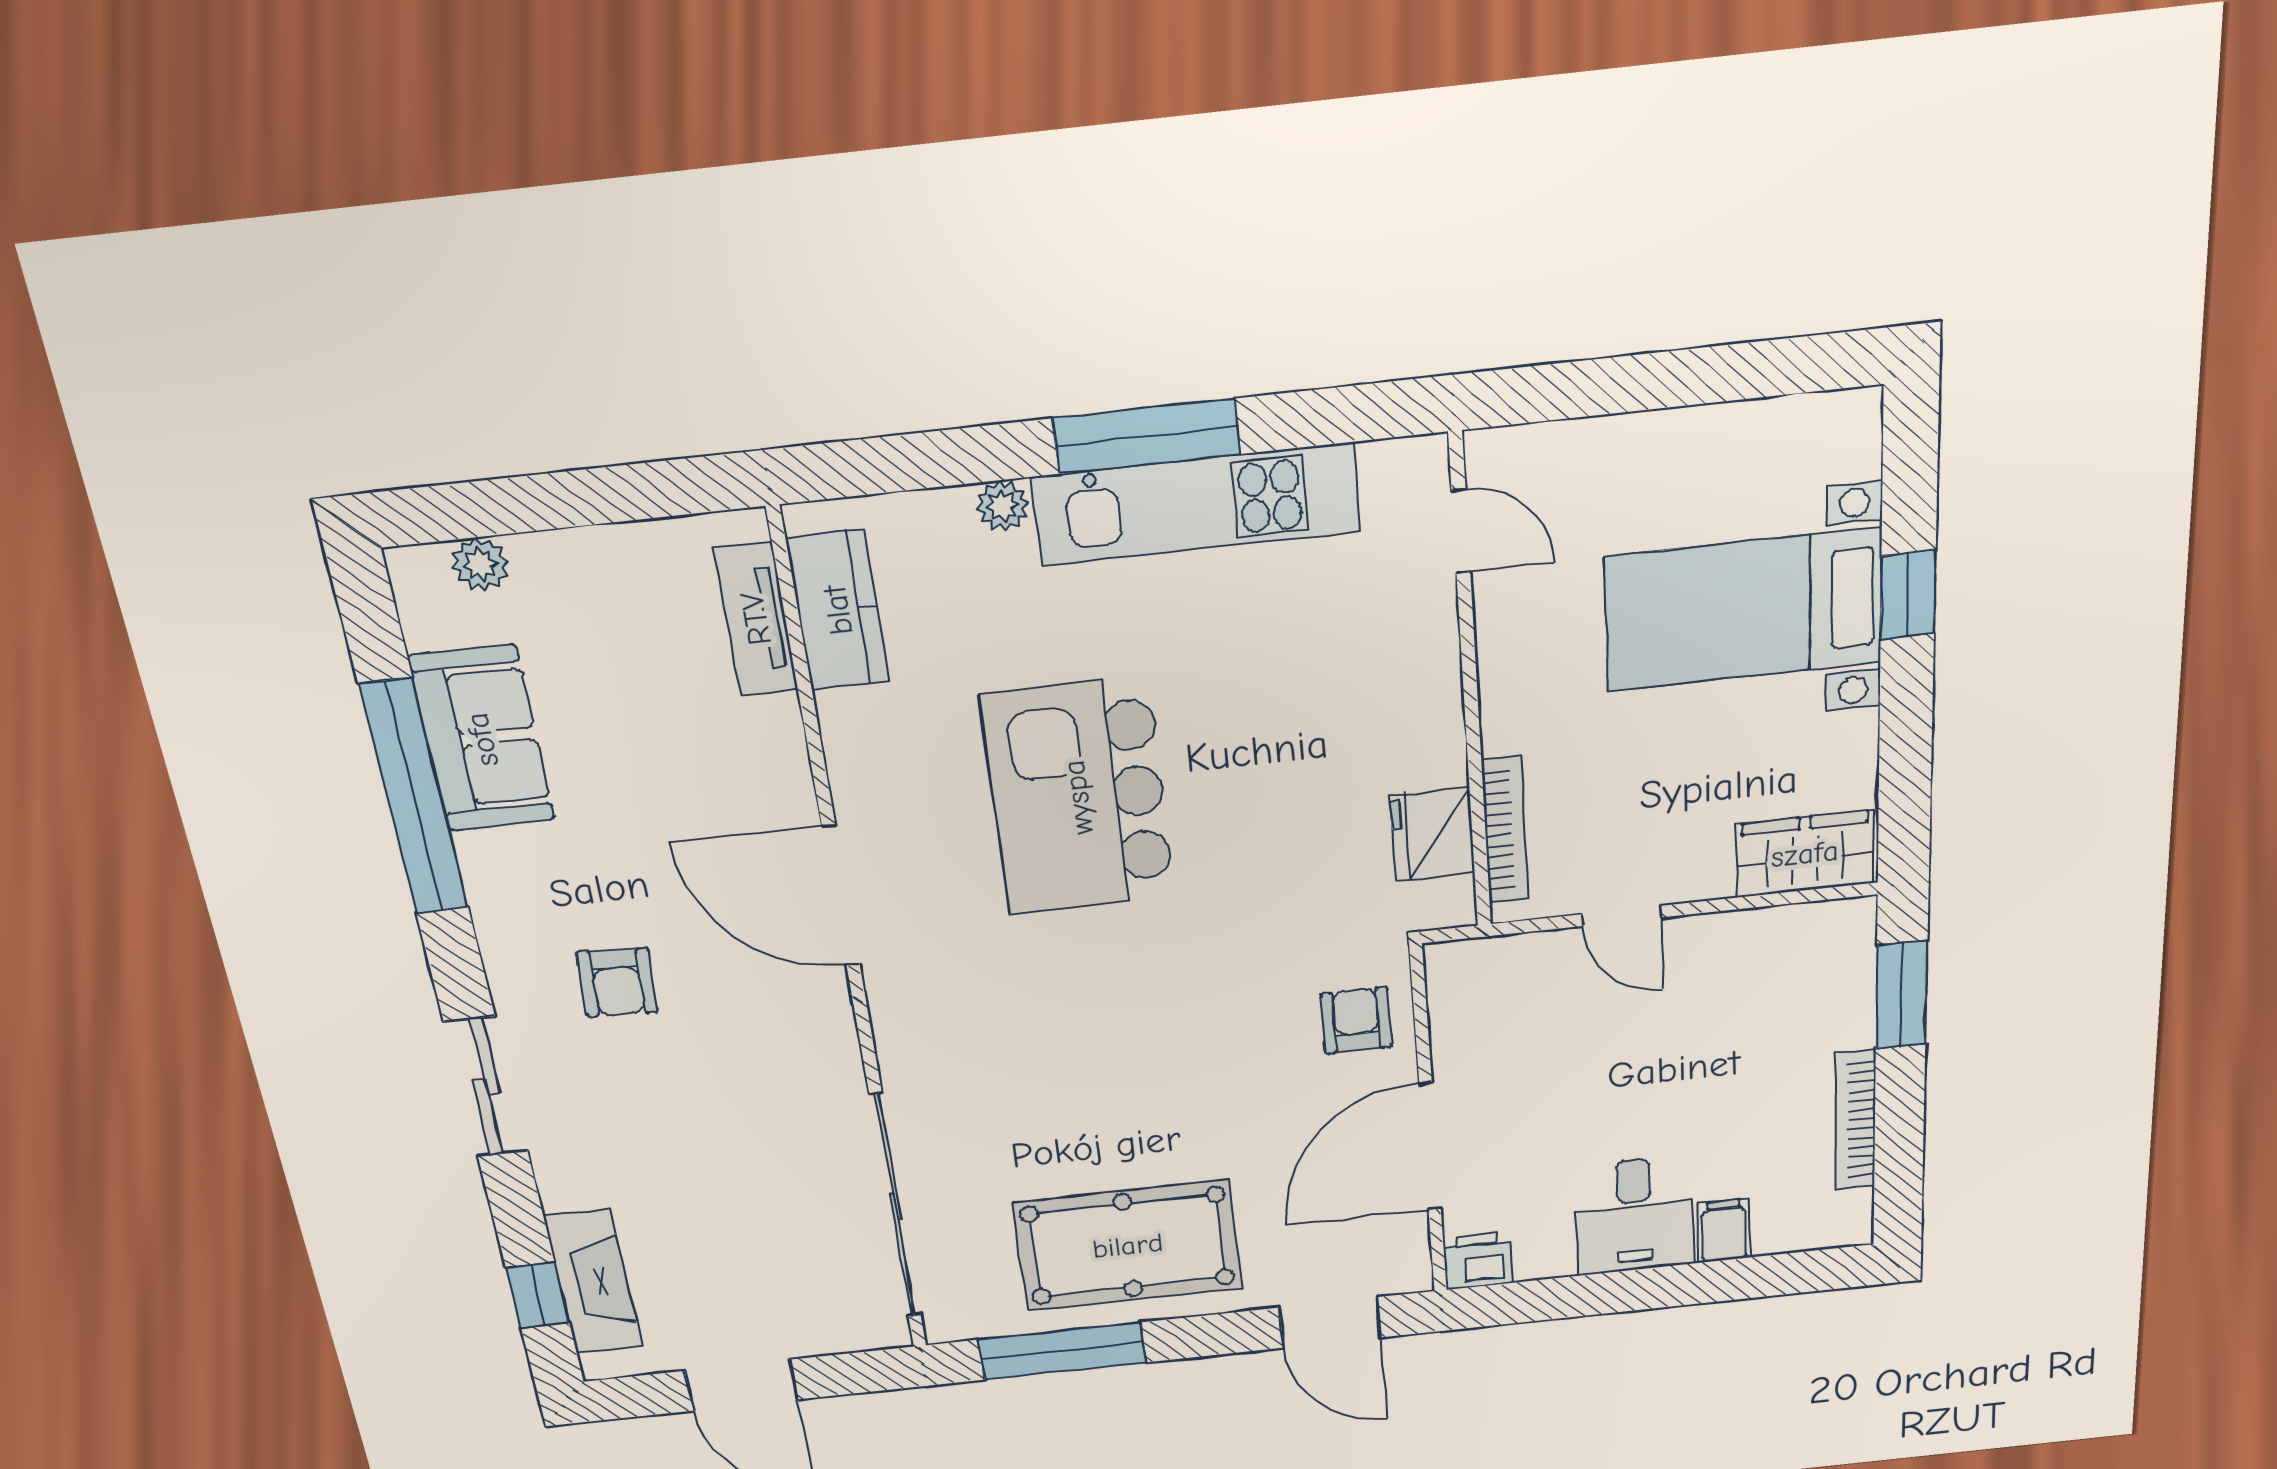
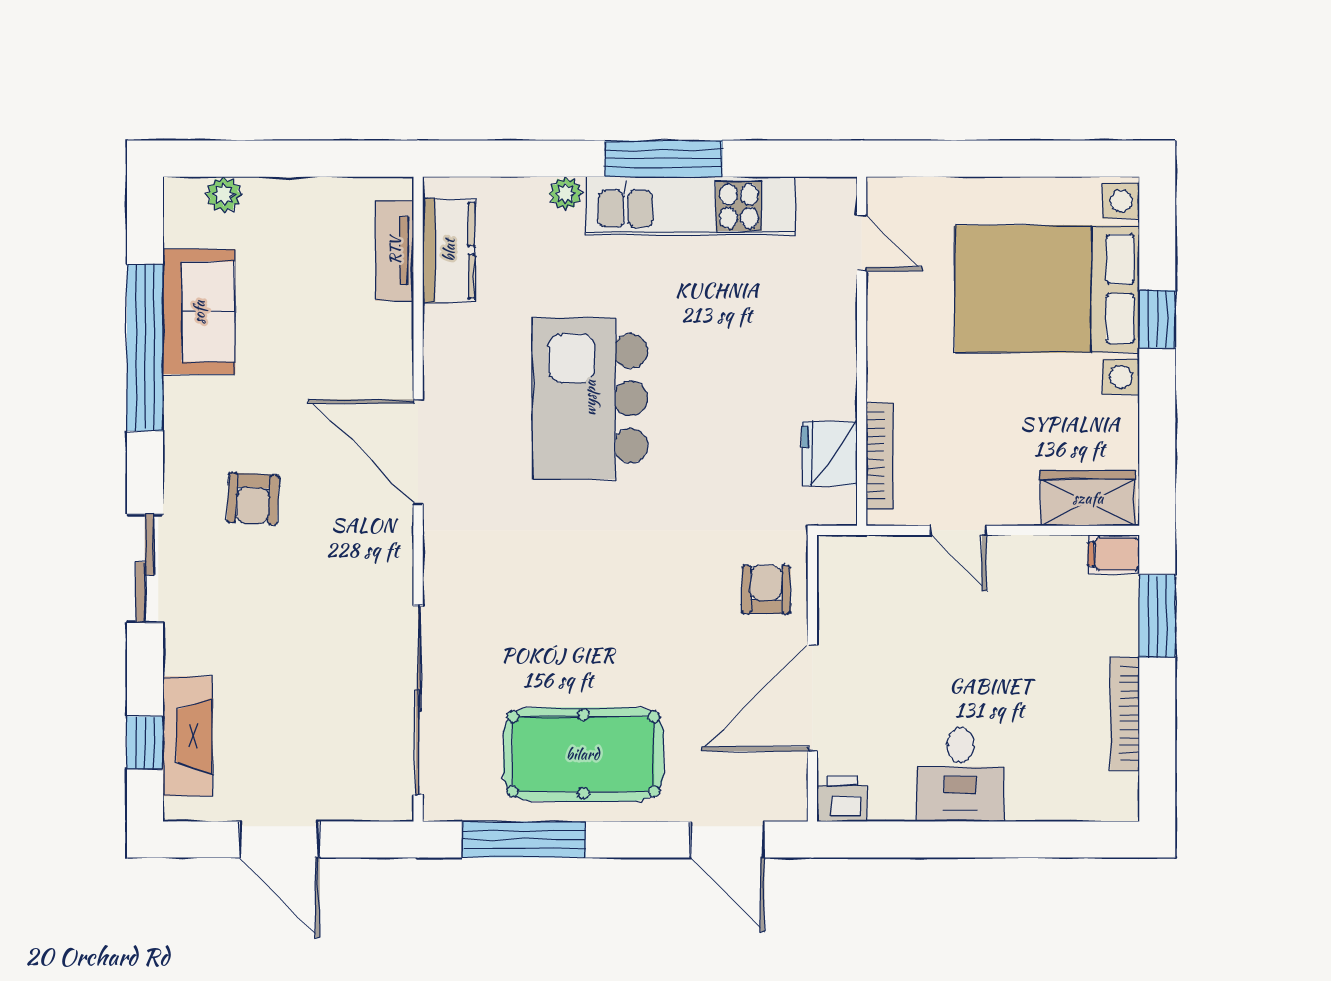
bed with nightstands: (1744, 610) -> (1047, 289), width x1.36
filing cabinet: (1724, 1231) -> (1114, 554), moved, turned -90

